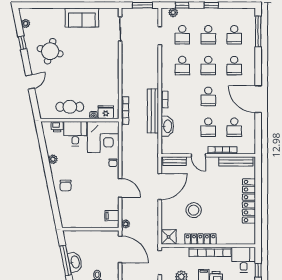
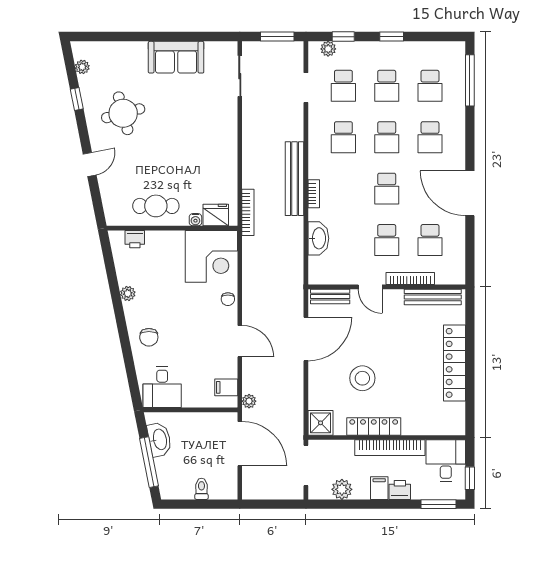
round table: (50, 51) -> (123, 113), turned -30
bench: (153, 111) -> (294, 179), moved
desk: (75, 134) -> (162, 387), moved, turned 180
washbasin: (75, 262) -> (159, 439), moved

